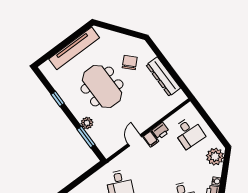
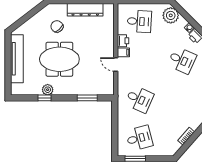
plant: (87, 123) -> (48, 90), moved

